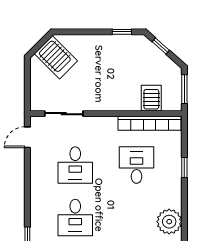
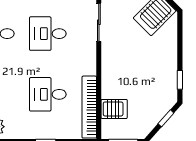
desk: (137, 165) -> (48, 94), turned 180

